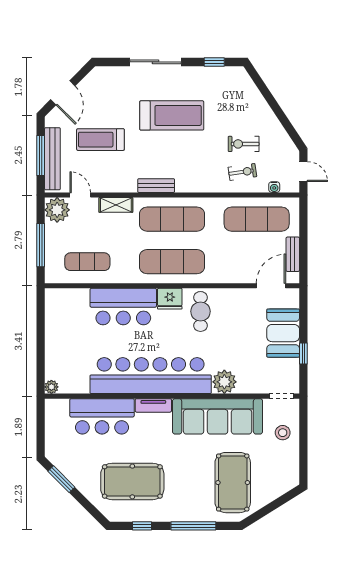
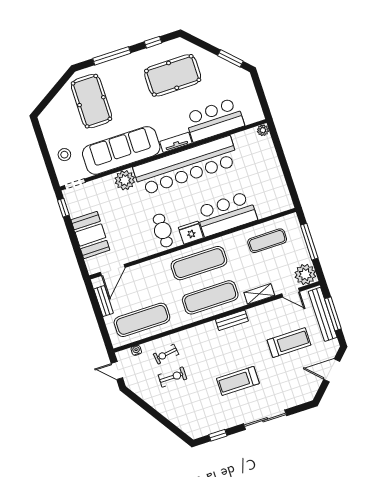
door: (63, 93) -> (332, 370), hinge flipped
treadmill: (172, 115) -> (238, 381), width x0.73, depth x0.73
window: (303, 354) -> (63, 208), moved

